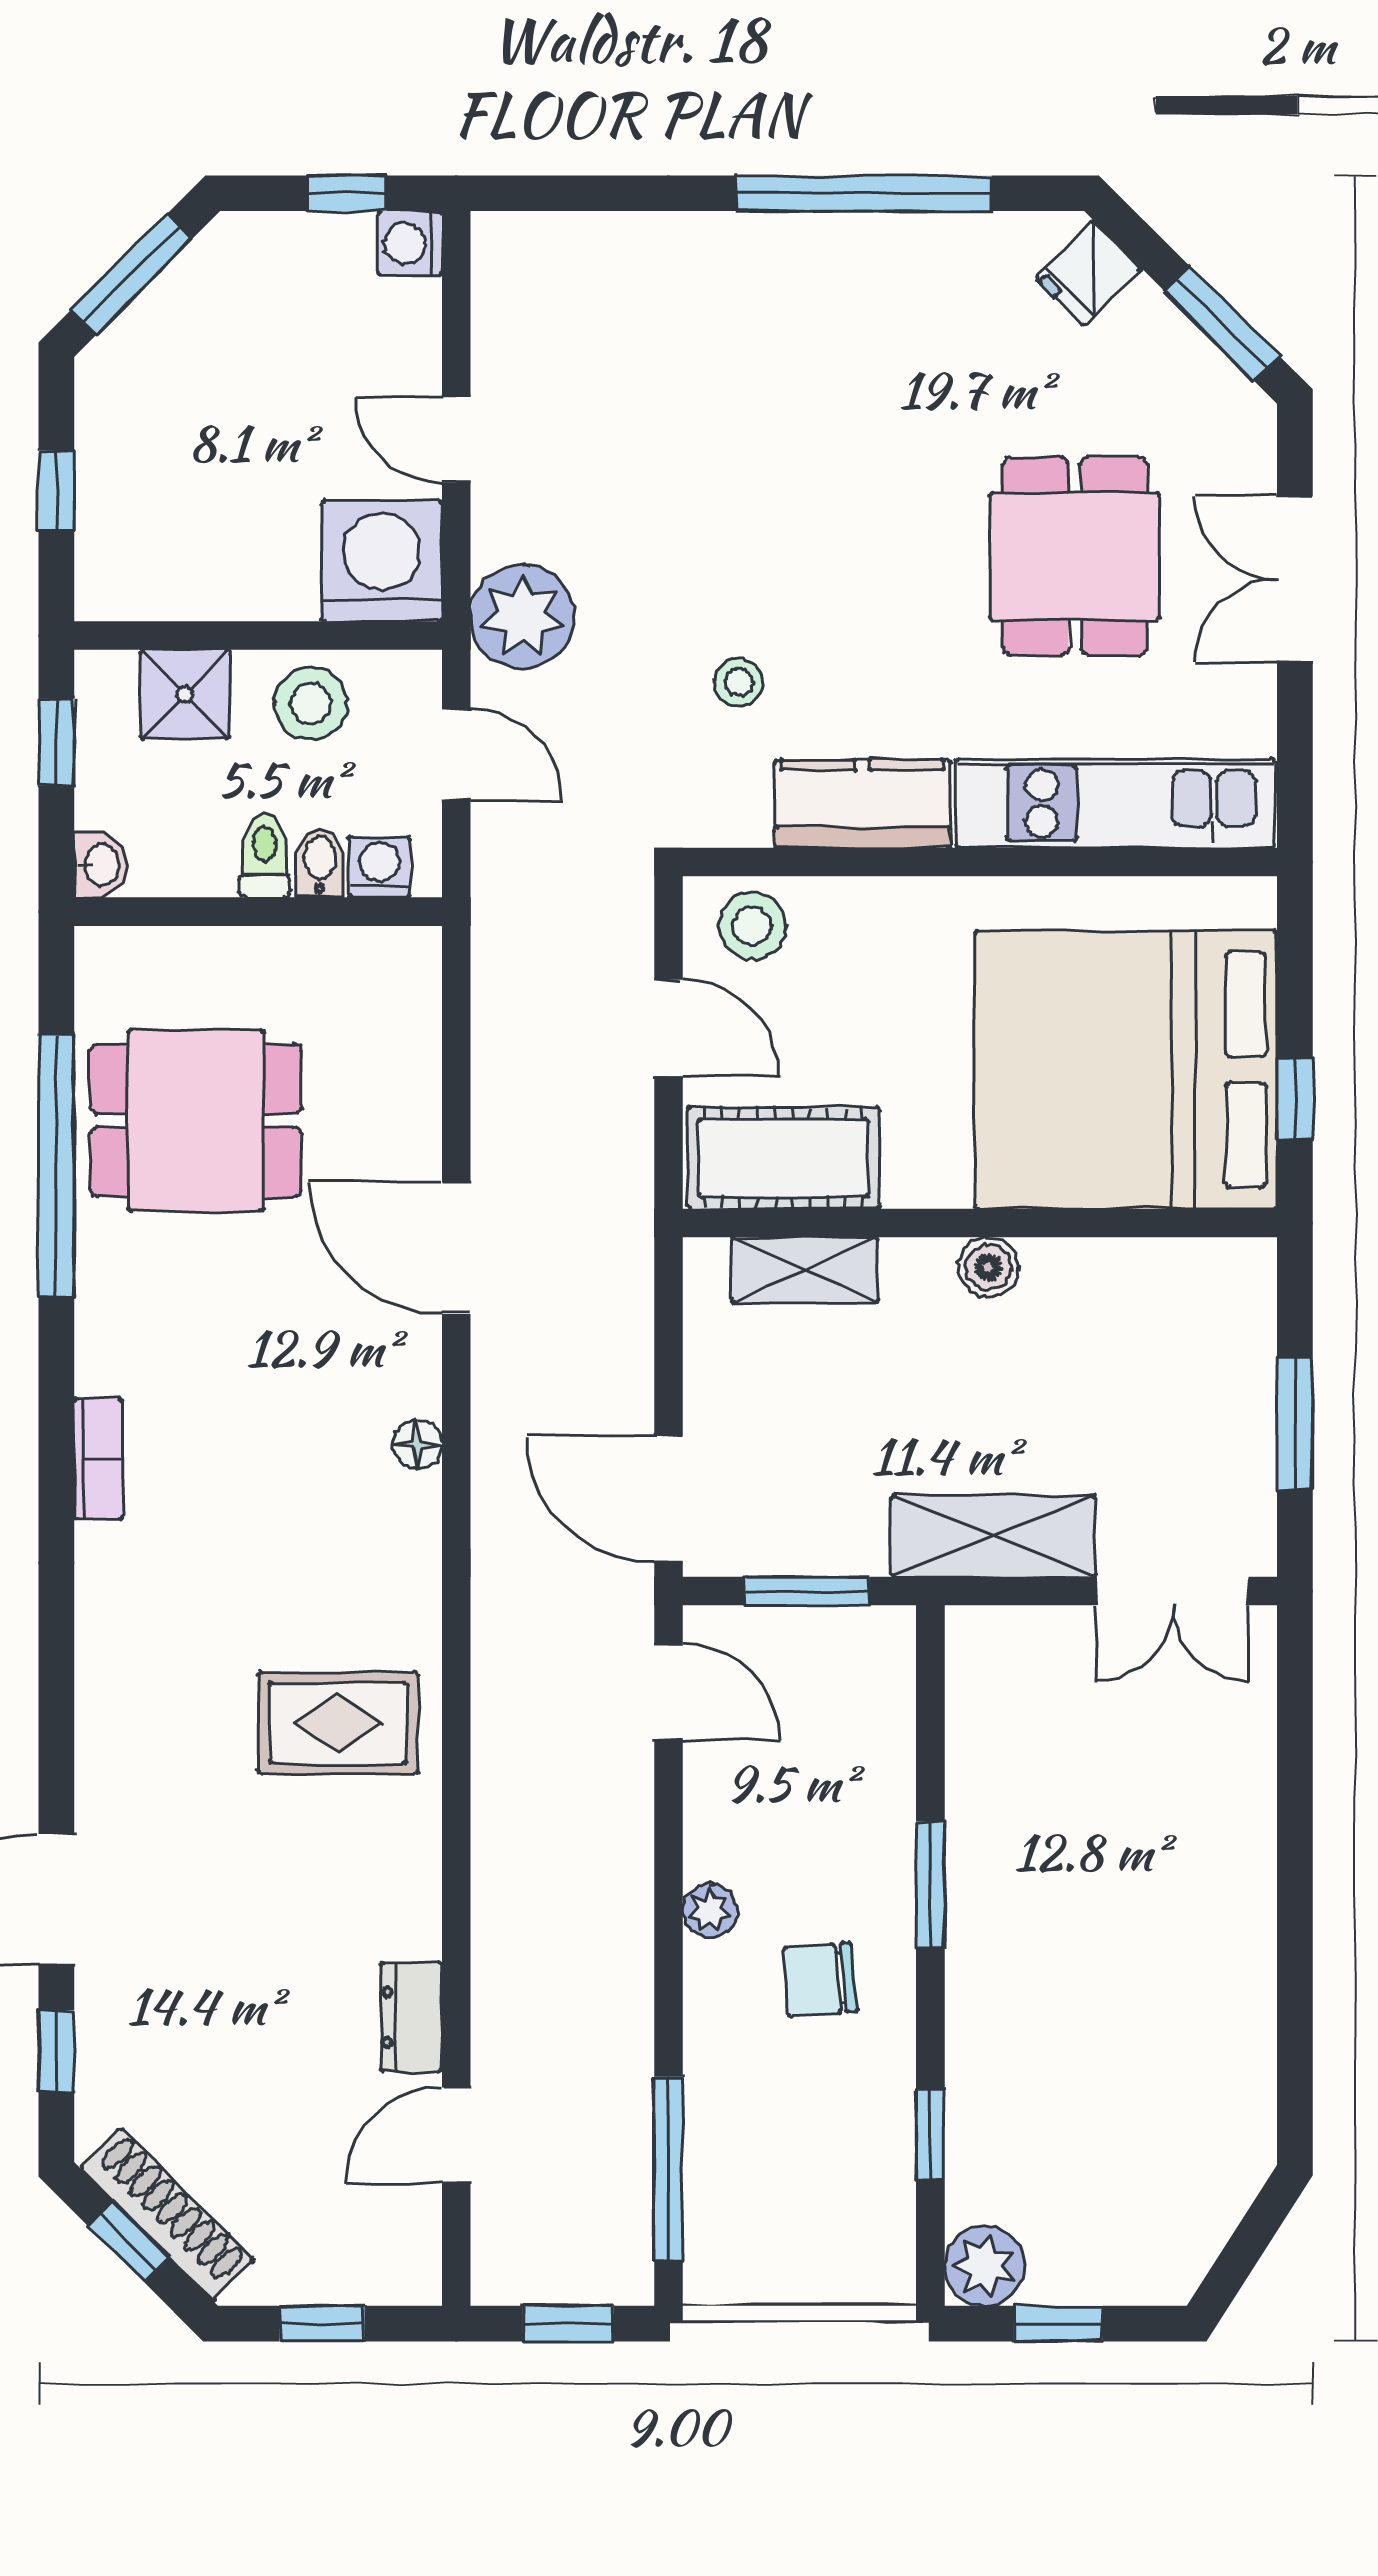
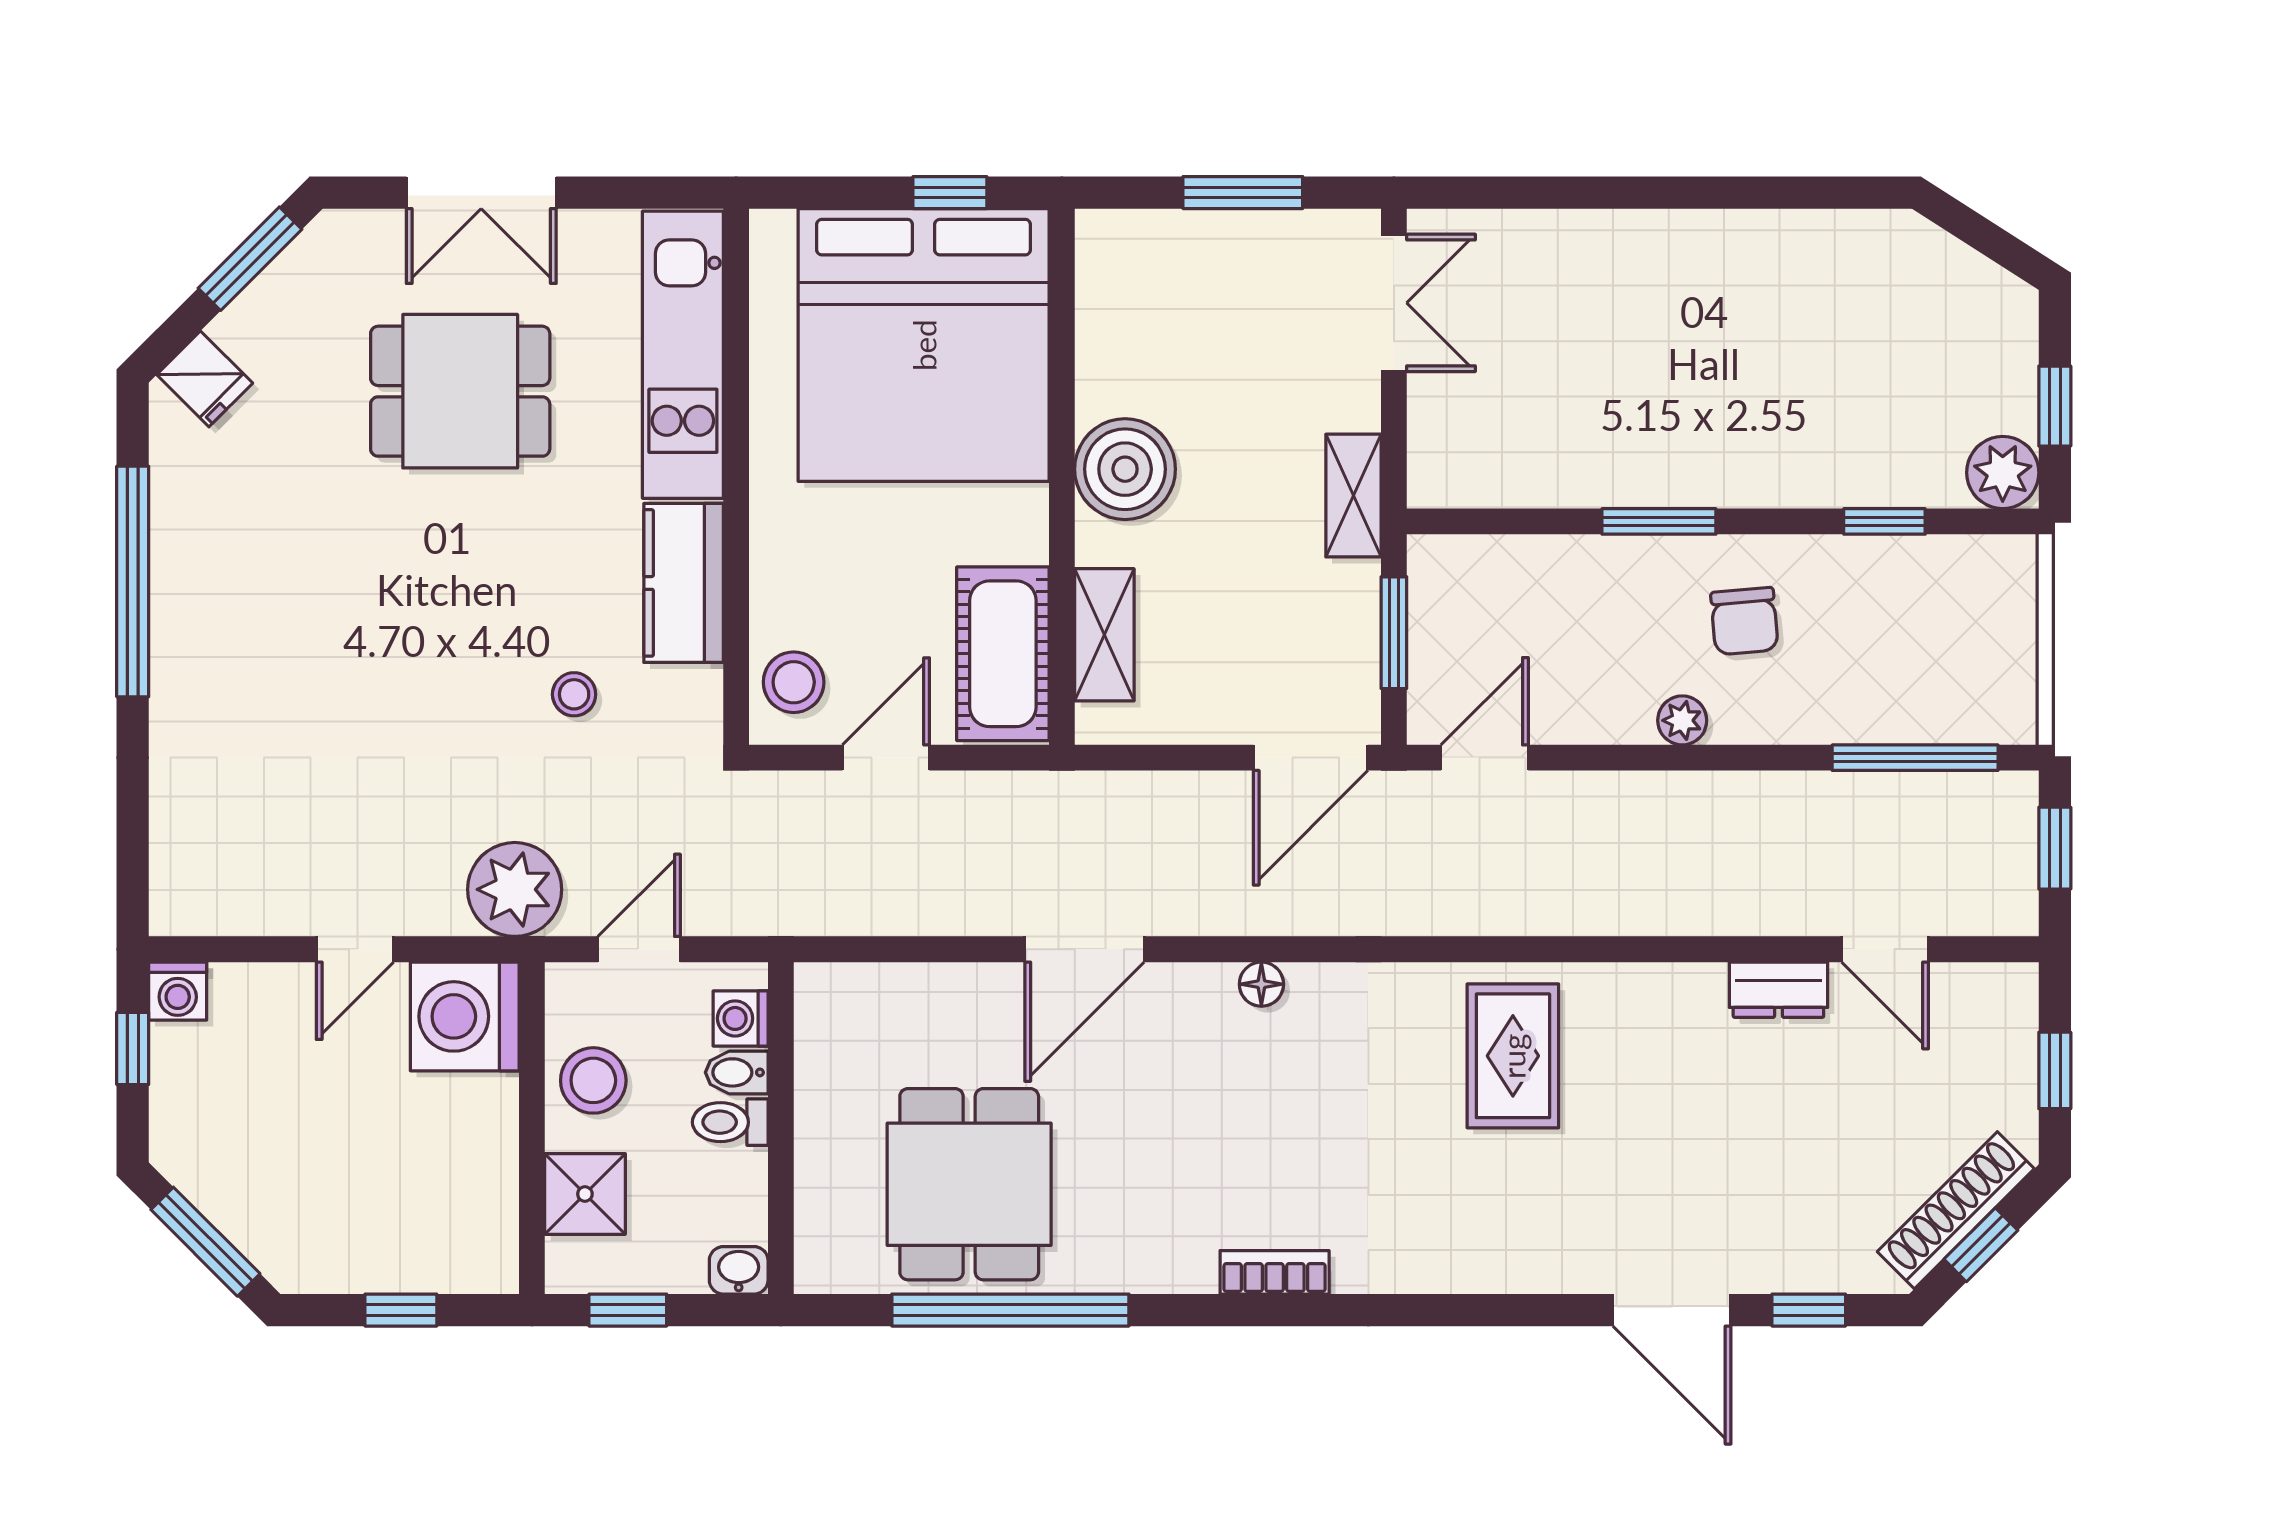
boiler: (988, 1267) -> (1125, 469), width x1.86, depth x1.86
shelving: (993, 1536) -> (1353, 496), width x0.67, depth x0.75

